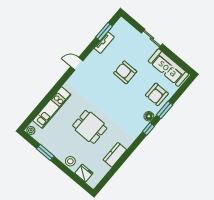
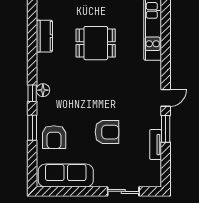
window: (104, 32) -> (166, 129), moved
sliding door: (152, 39) -> (123, 191), moved
armchair: (157, 94) -> (54, 137), turned 180
floor lamp: (149, 116) -> (43, 90), moved

